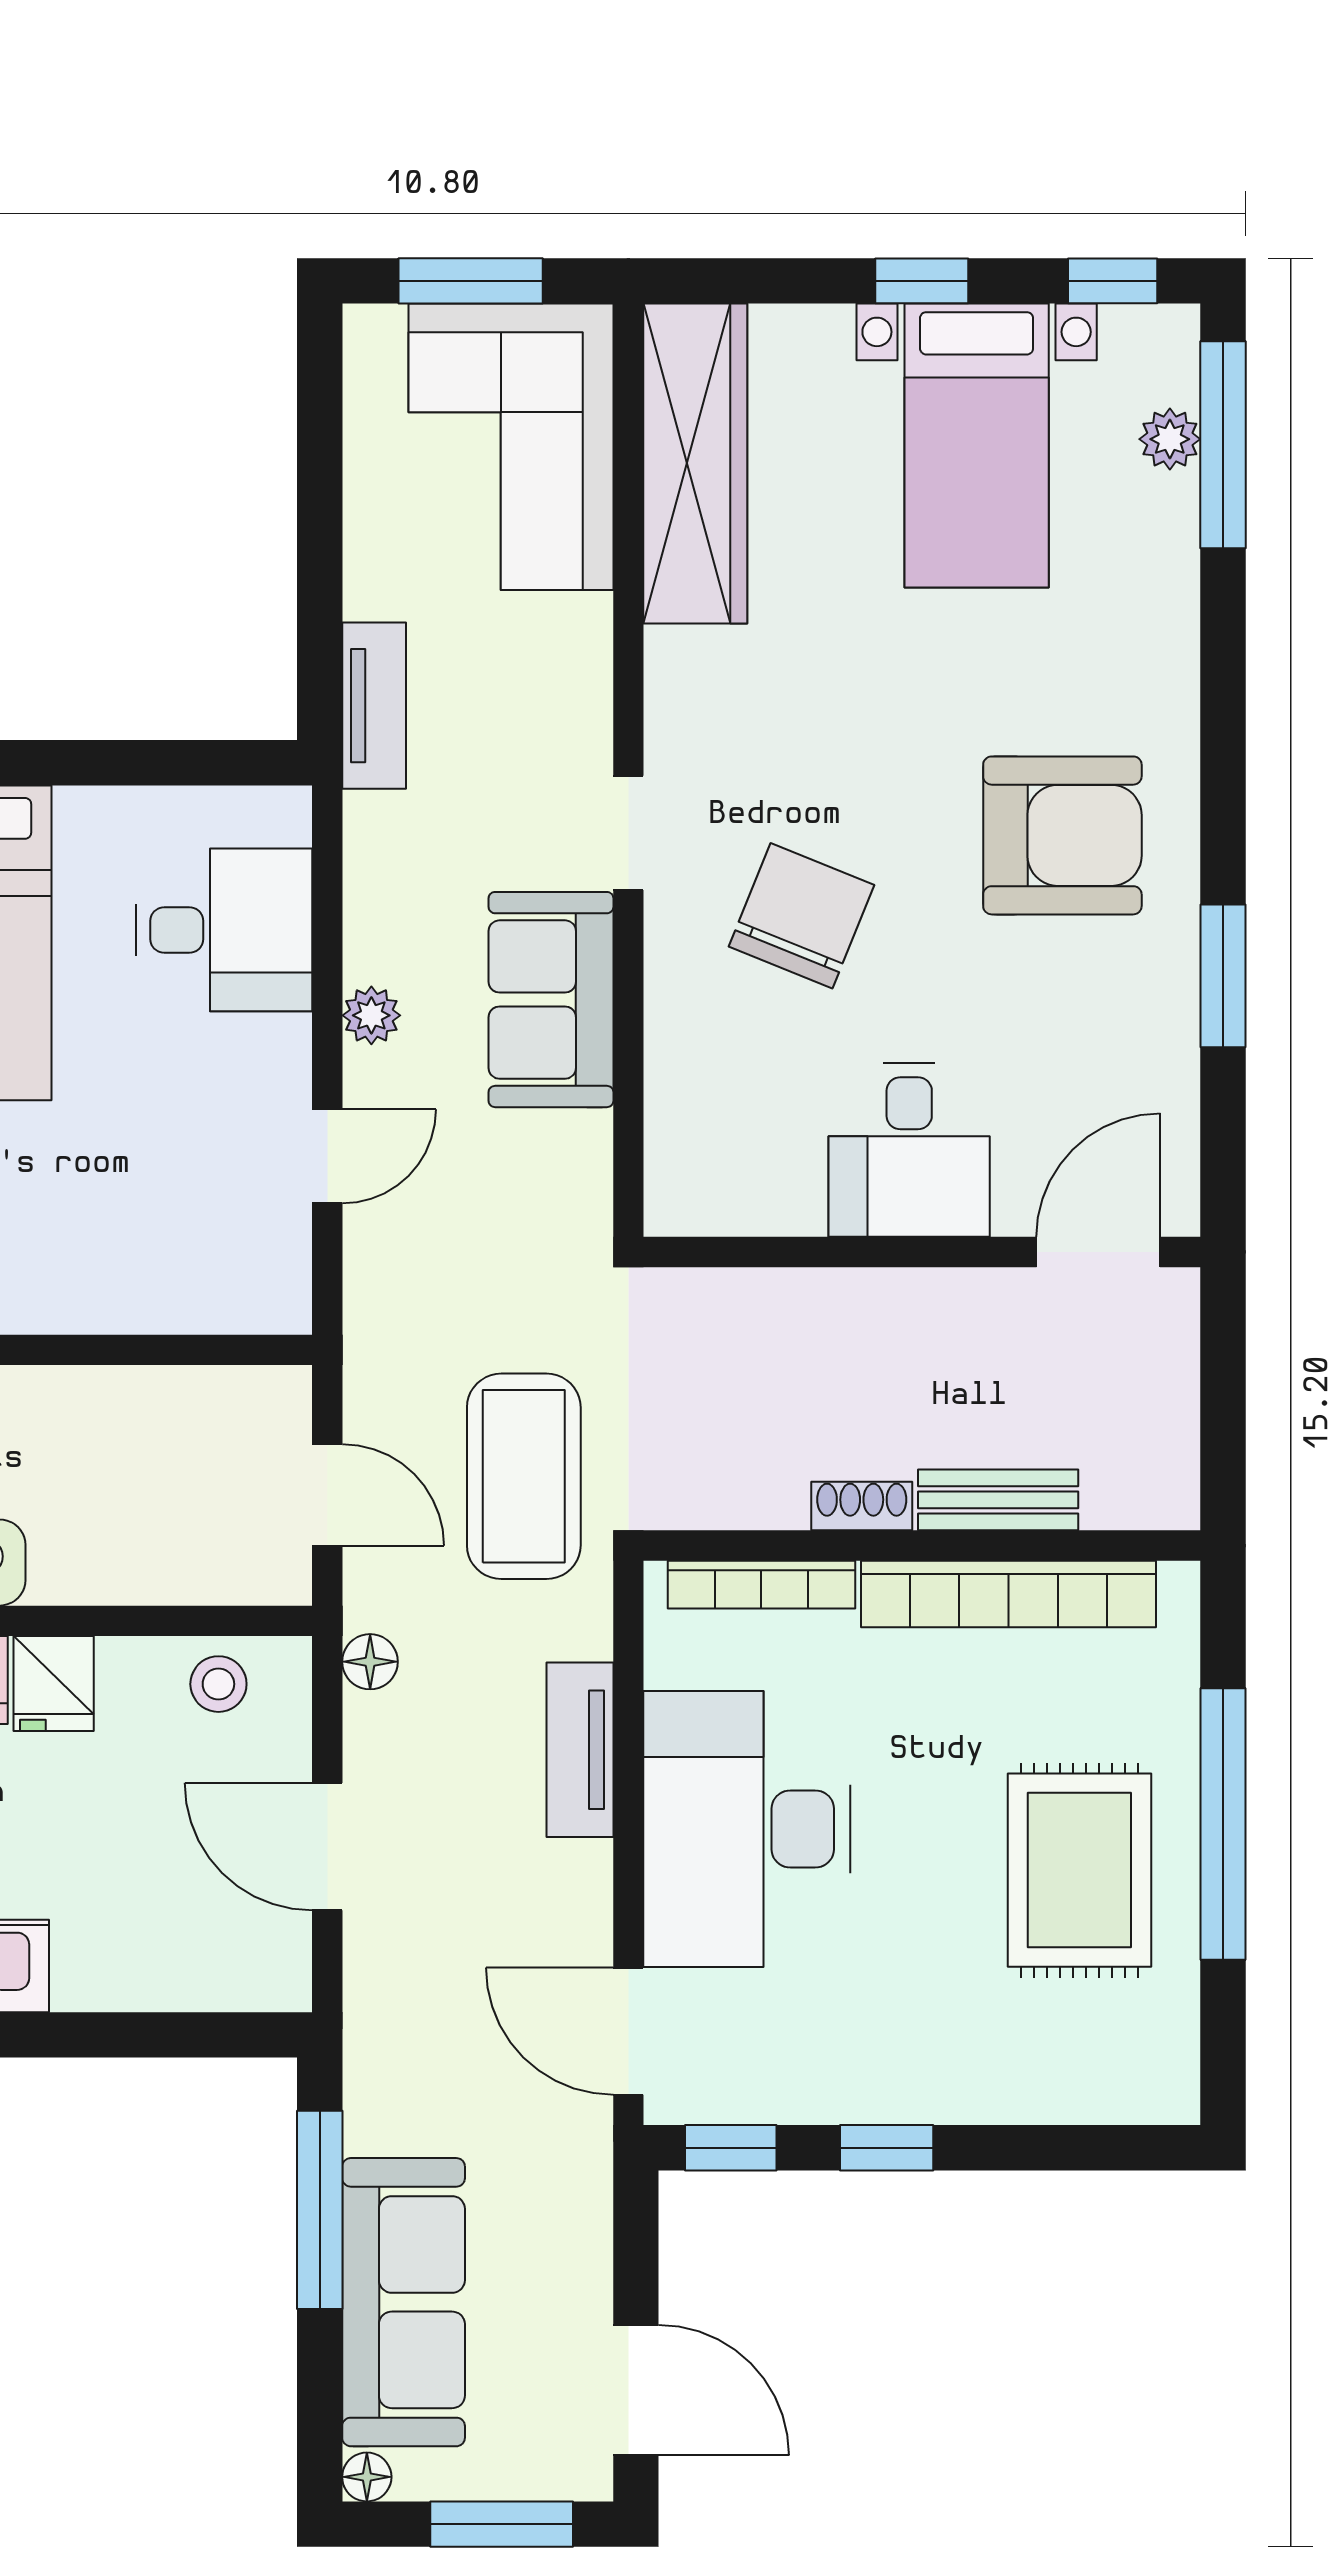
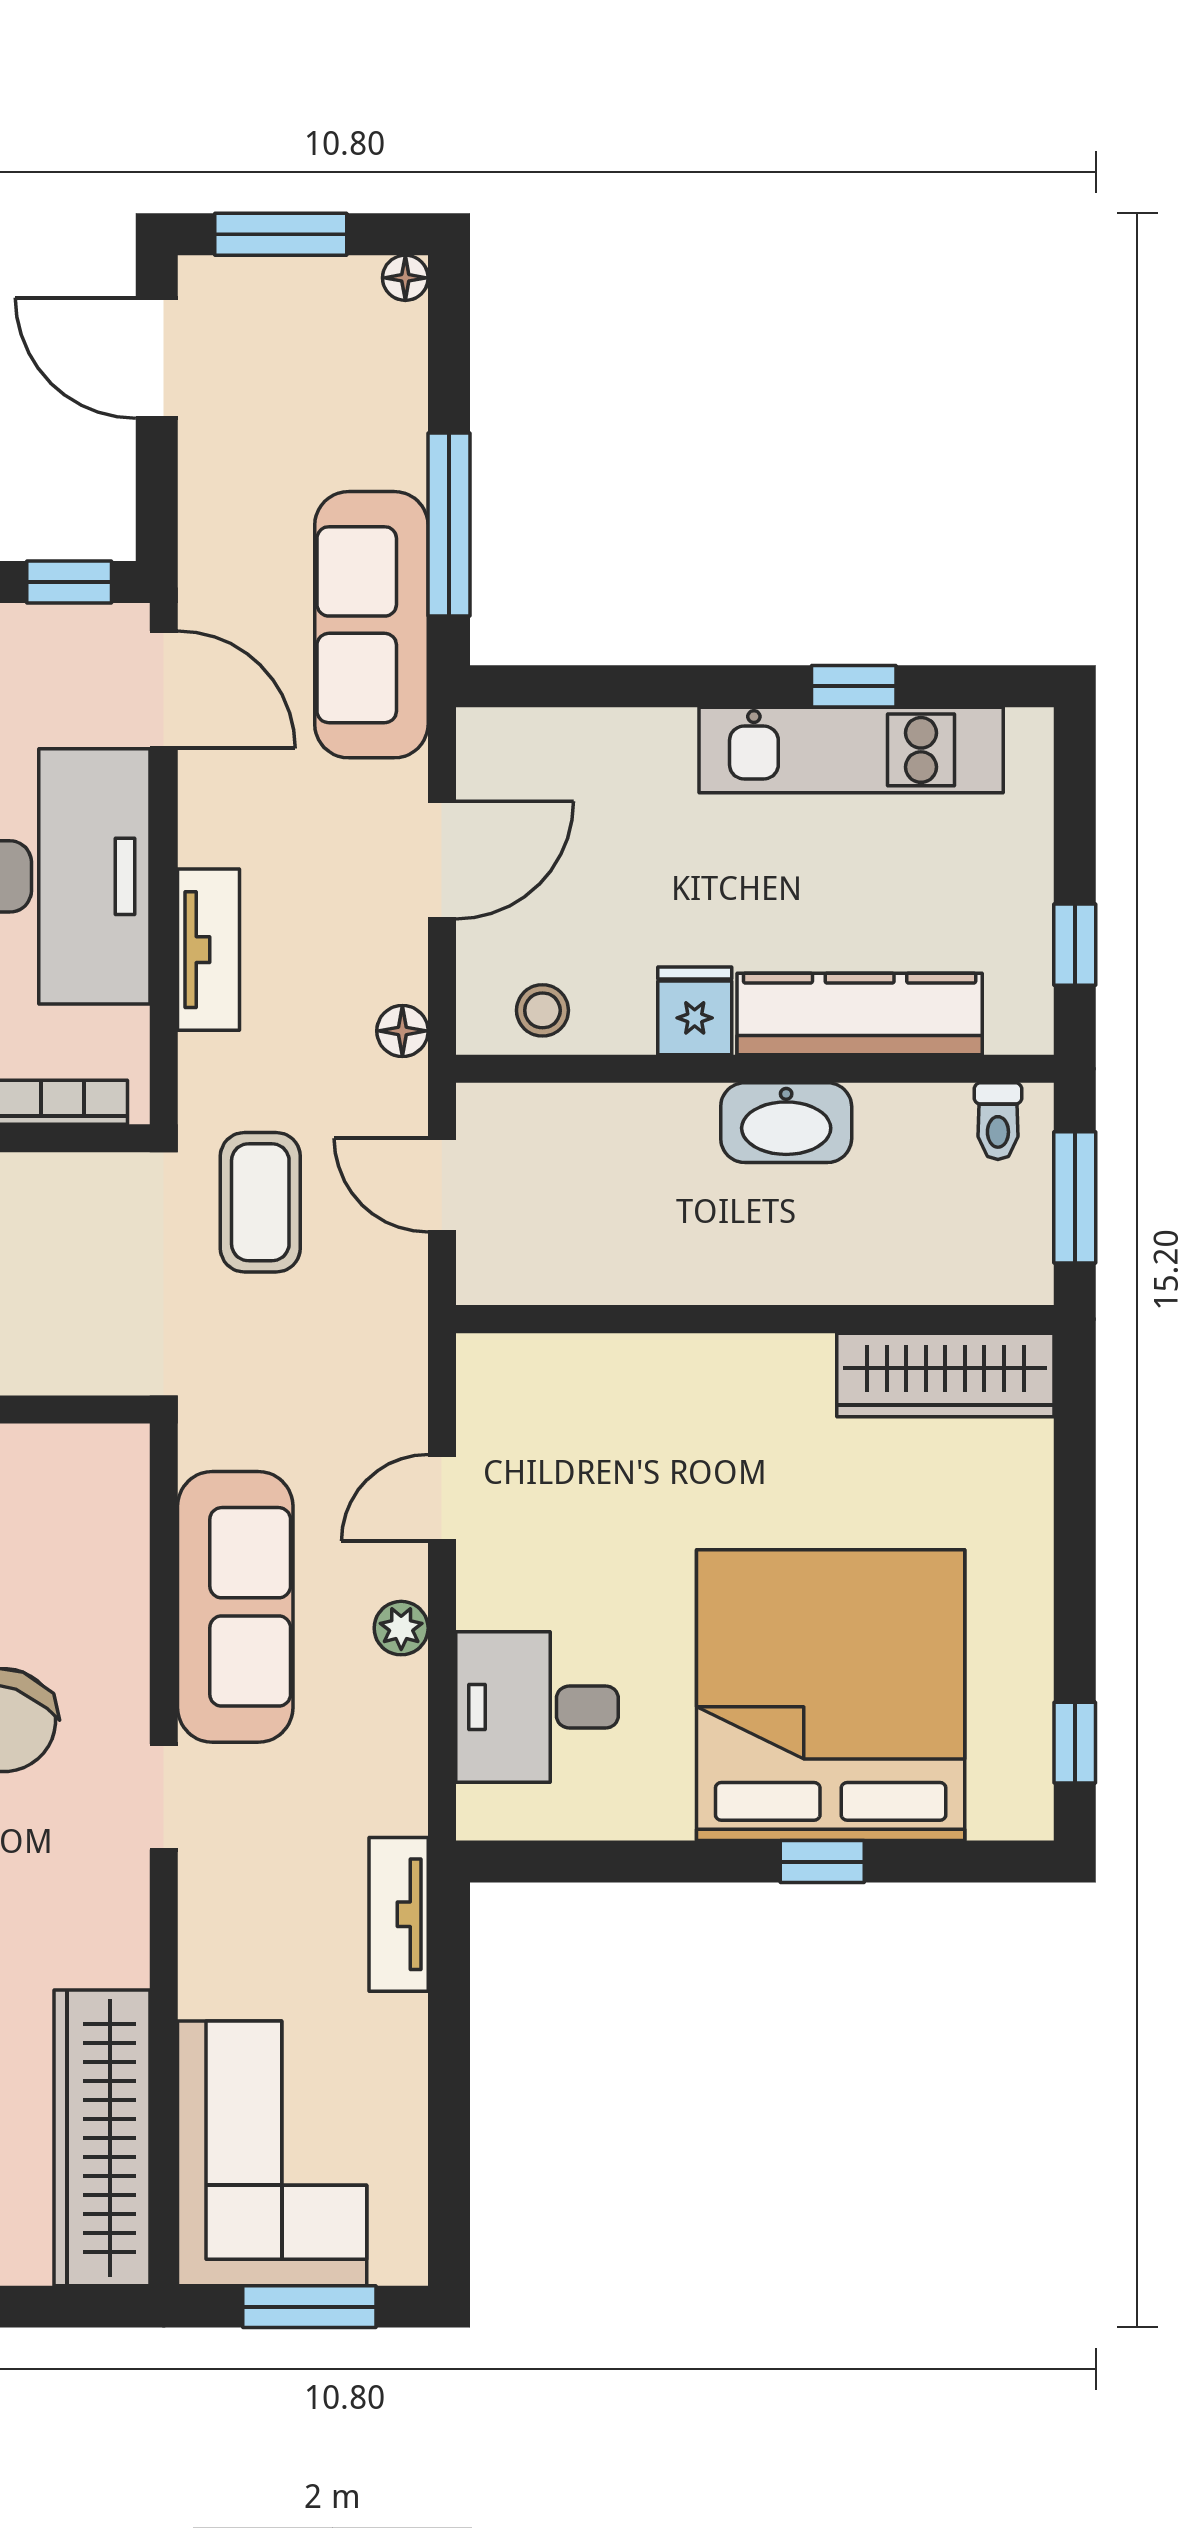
sofa: (551, 1000) -> (235, 1607), width x1.36
coffee table: (524, 1476) -> (260, 1202), width x0.73, depth x0.76
door: (327, 1847) -> (442, 860), hinge flipped
sofa: (404, 2302) -> (371, 625), moved

